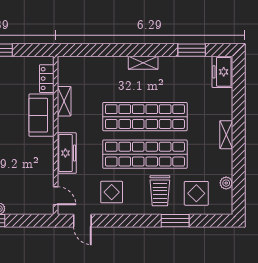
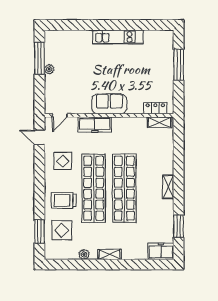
shelving: (64, 101) -> (160, 122), moved
sofa: (41, 115) -> (109, 104), moved
plant: (226, 183) -> (84, 254), moved
door: (82, 221) -> (39, 137), hinge flipped
window: (175, 221) -> (39, 232), moved

